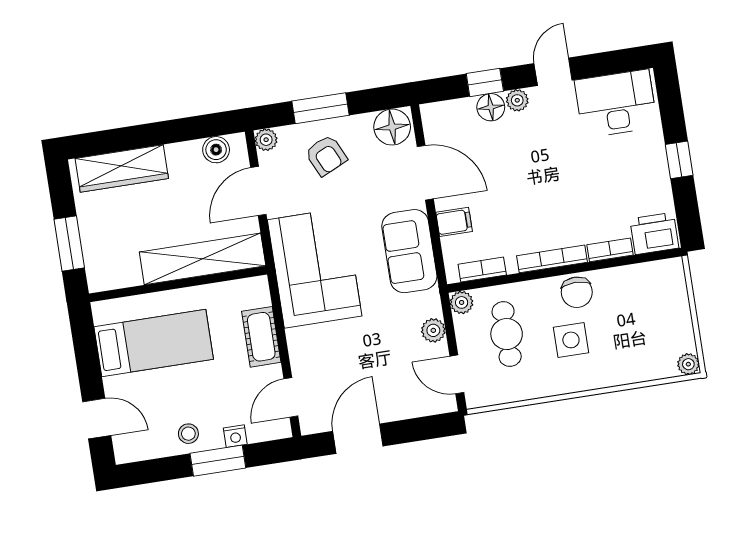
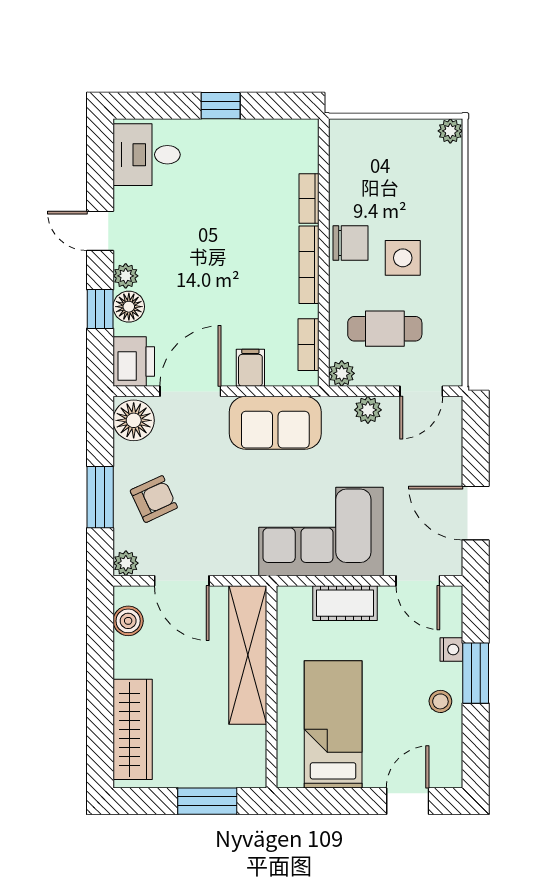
desk: (616, 104) -> (147, 155), width x0.73
printer: (654, 233) -> (134, 361), moved, turned 180
corner sofa: (315, 268) -> (321, 531), moved

